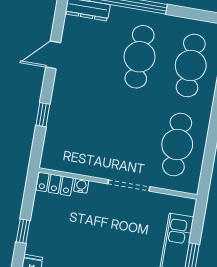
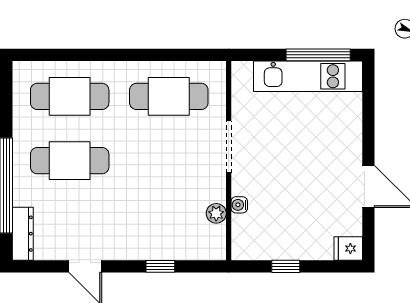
plant: (78, 166) -> (216, 213), added
locker: (55, 184) -> (242, 238), removed
window: (23, 231) -> (286, 266), moved

